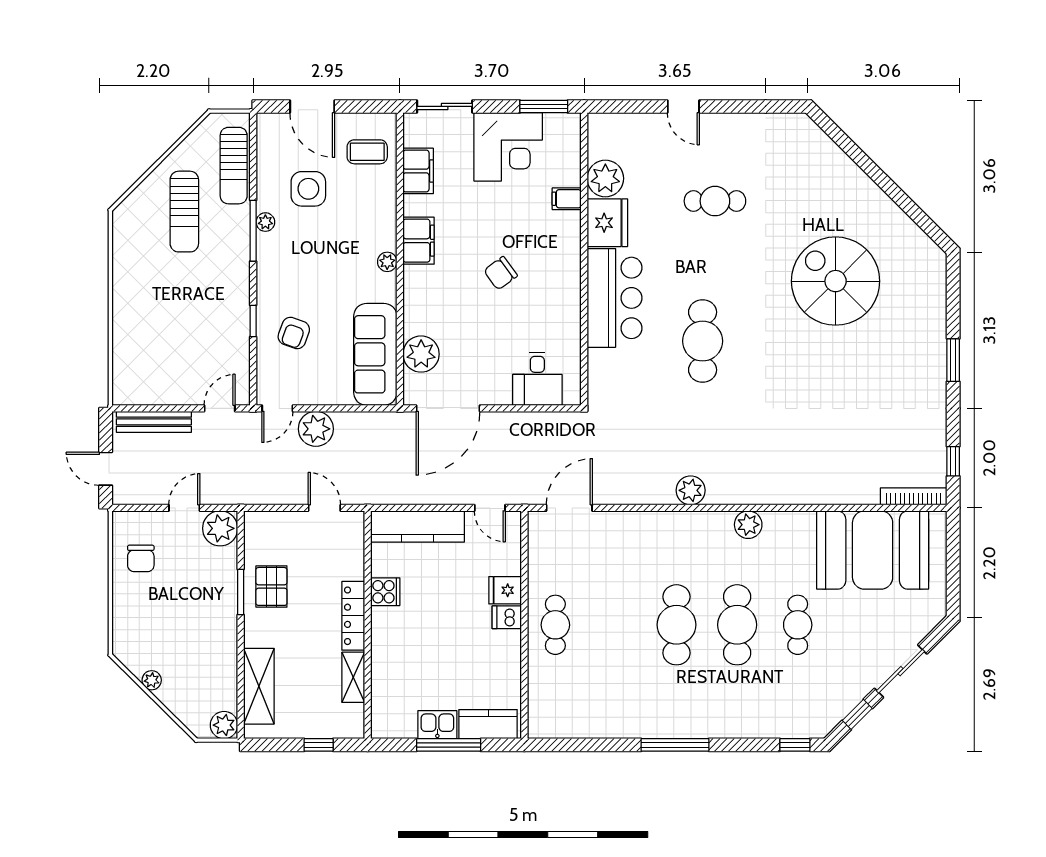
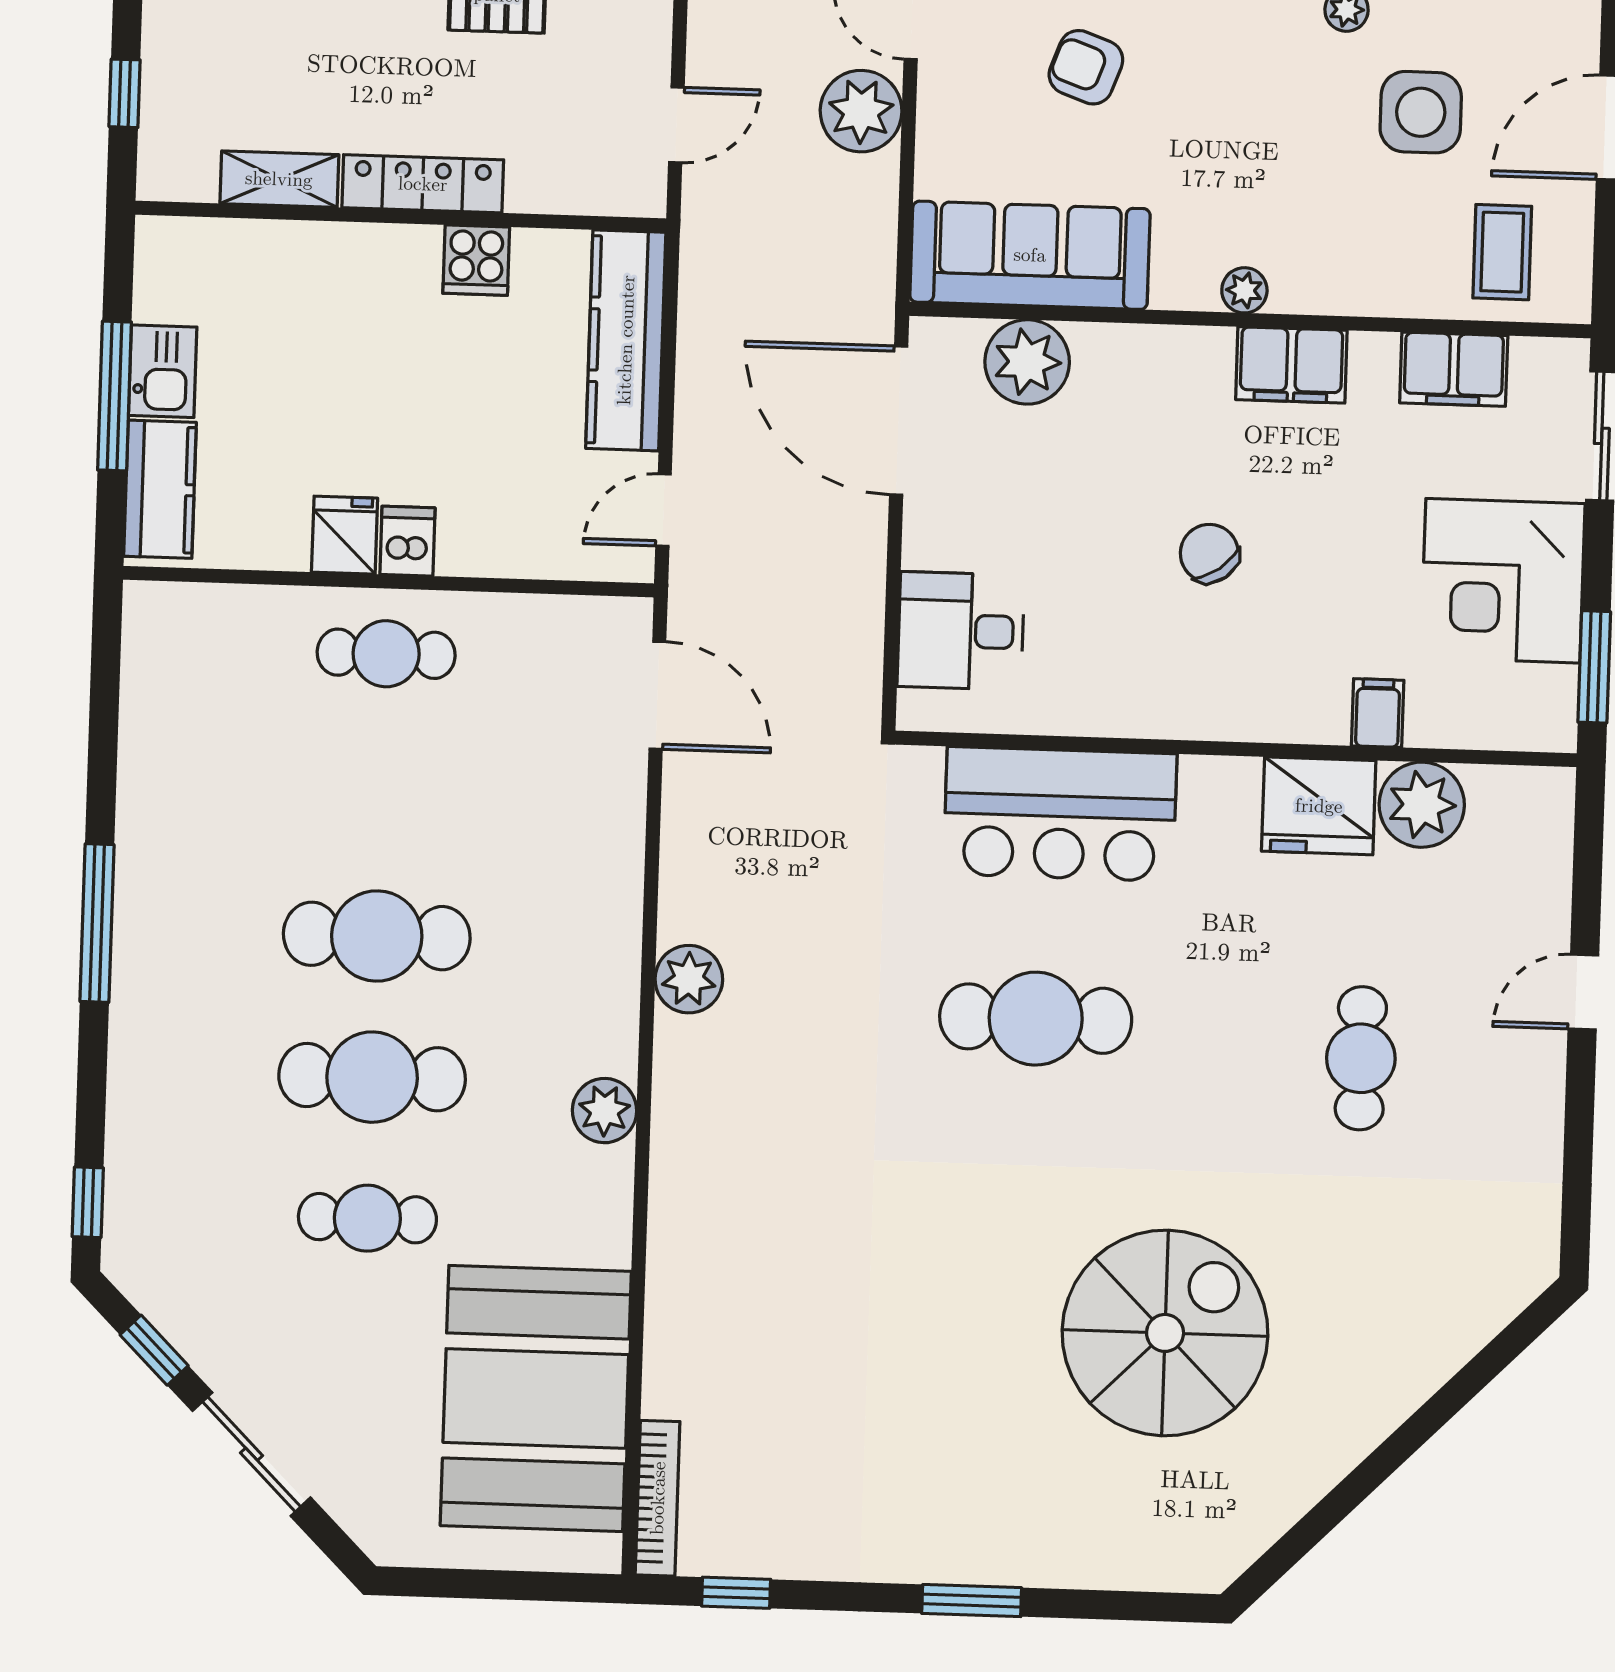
bar counter: (614, 298) -> (1060, 814), moved
fridge: (505, 590) -> (345, 535), moved

